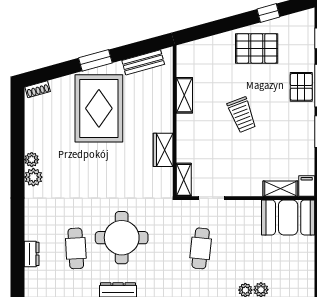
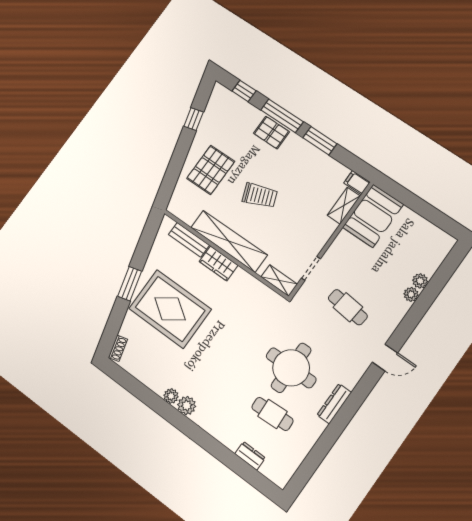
pallet: (257, 48) -> (211, 170), moved
bench: (143, 62) -> (189, 240), moved, turned -75
shelving: (184, 95) -> (229, 241), width x2.20, depth x1.33
wardrobe: (163, 150) -> (219, 263), moved

